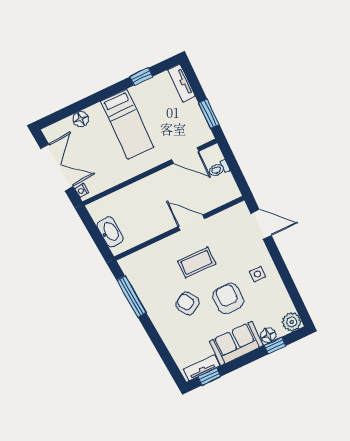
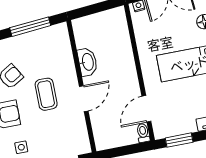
toilet: (219, 169) -> (143, 133), moved
washbasin: (110, 232) -> (87, 62), moved, turned -85

